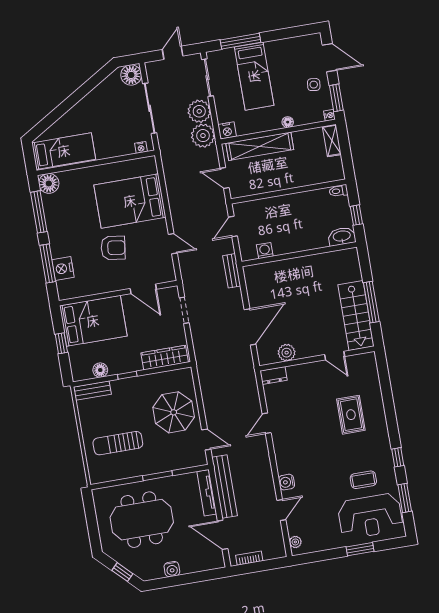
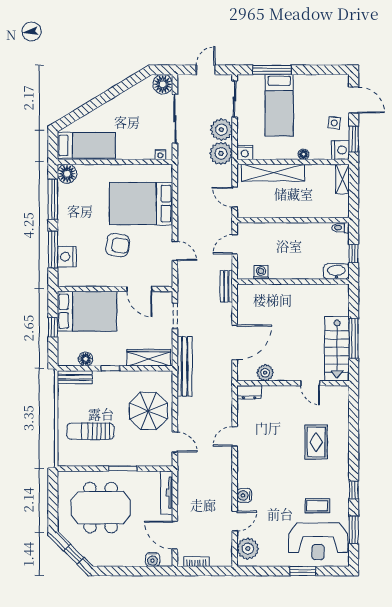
nightstand: (330, 115) -> (341, 150), width x1.89, depth x1.79
bench: (224, 486) -> (185, 366), moved
plant: (295, 542) -> (248, 549), width x1.87, depth x1.87
water cooler: (172, 569) -> (153, 559), moved

